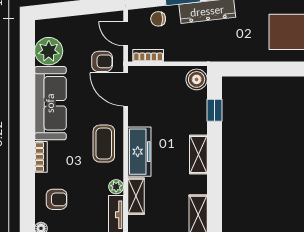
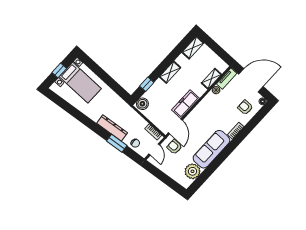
coffee table: (104, 144) -> (205, 112), removed
freezer: (139, 152) -> (186, 104), moved

